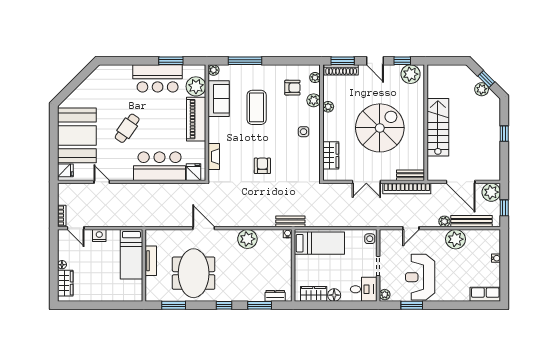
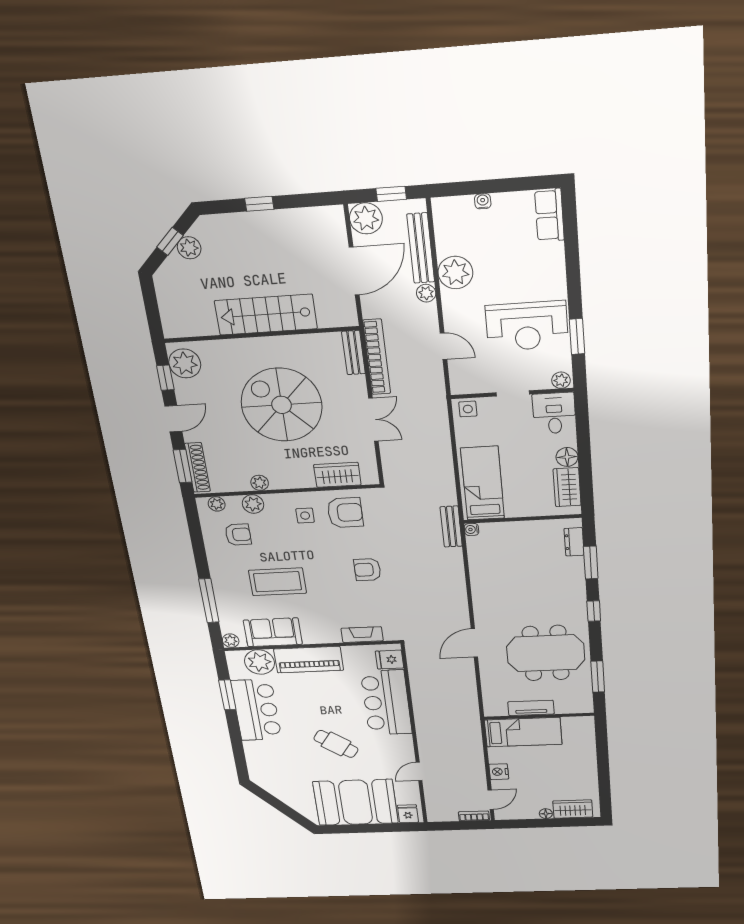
armchair: (292, 88) -> (238, 535), turned 90
armchair: (304, 157) -> (345, 513), added
plant: (247, 239) -> (486, 584), removed

